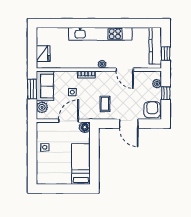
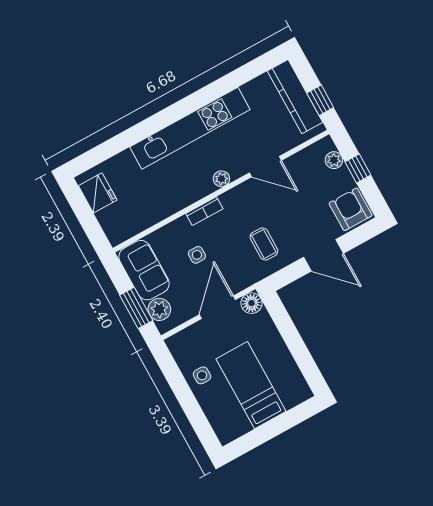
fridge: (43, 54) -> (98, 193), moved
window: (32, 89) -> (136, 308), moved
bed: (81, 164) -> (251, 385), moved

